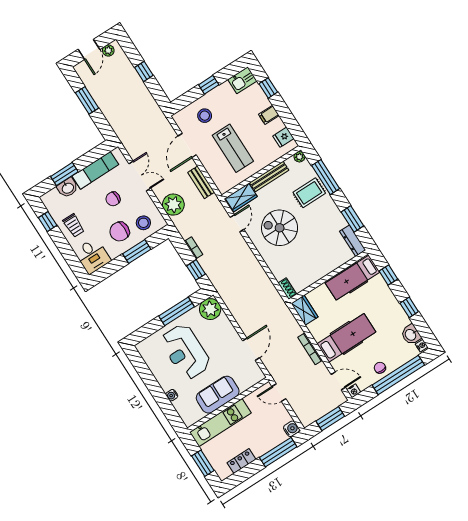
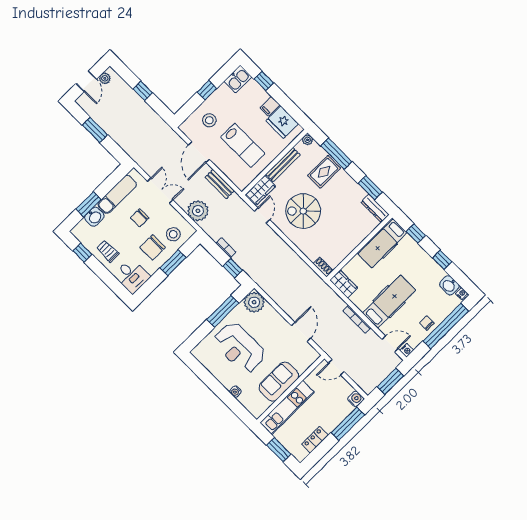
fridge: (283, 137) -> (282, 122), width x1.88, depth x1.34
trolley: (74, 225) -> (108, 251), turned 180

